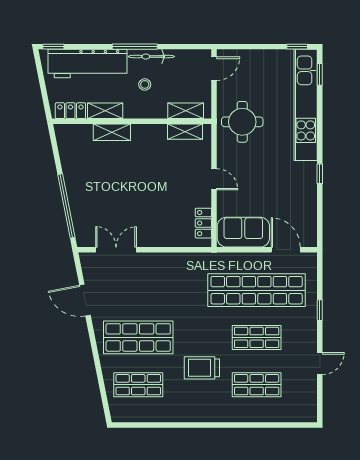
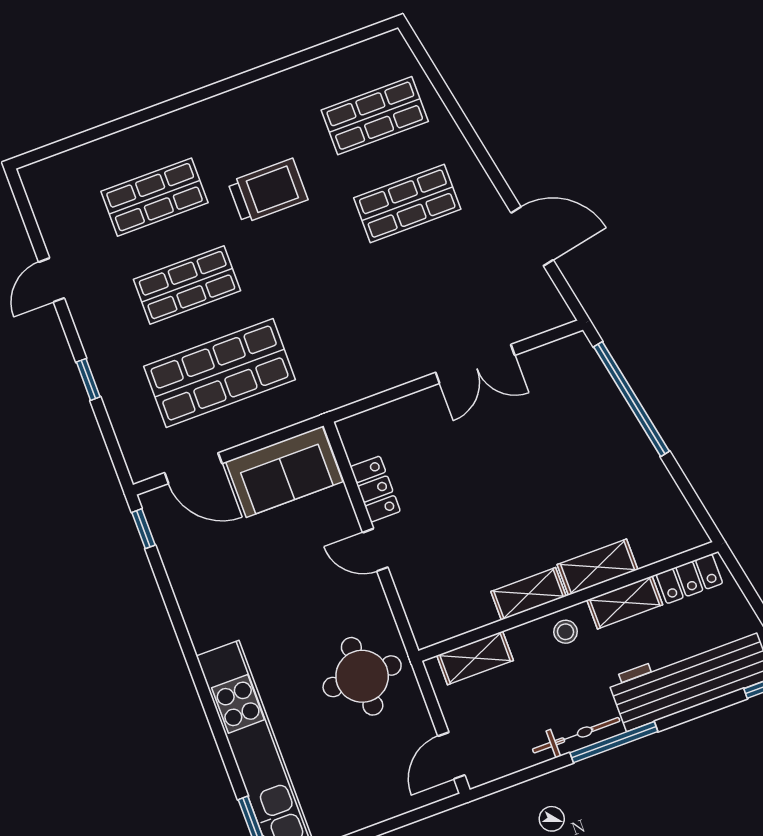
stool: (145, 84) -> (566, 632), moved
shelving: (185, 132) -> (528, 594), moved
window: (320, 174) -> (143, 529), moved
locker: (203, 223) -> (375, 489), moved
double door: (116, 250) -> (475, 364), moved
shop shelf: (257, 290) -> (220, 373), width x0.71
shop shelf: (138, 337) -> (407, 204), width x0.70, depth x0.74

